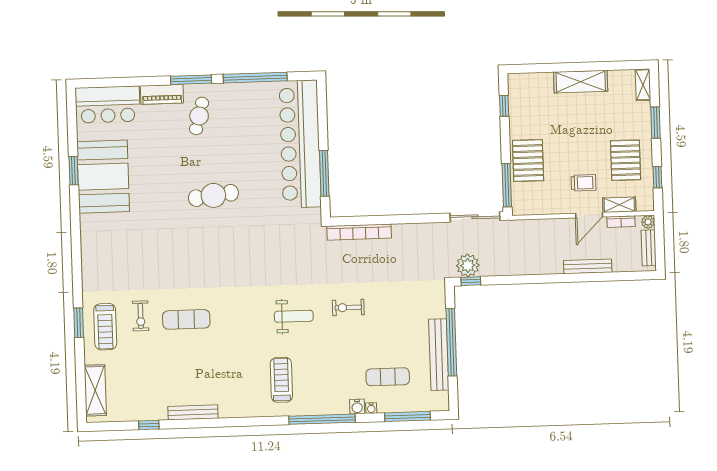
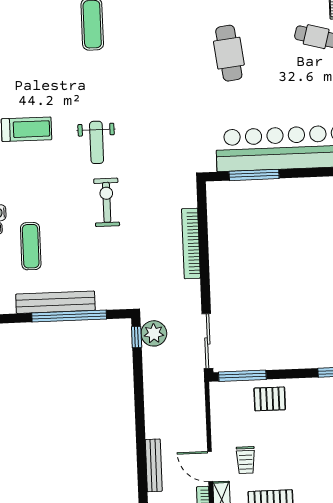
pallet: (528, 161) -> (270, 399), width x0.67, depth x0.71
bookcase: (359, 232) -> (191, 243), moved
exercise bike: (348, 307) -> (107, 202), width x1.38, depth x1.39

